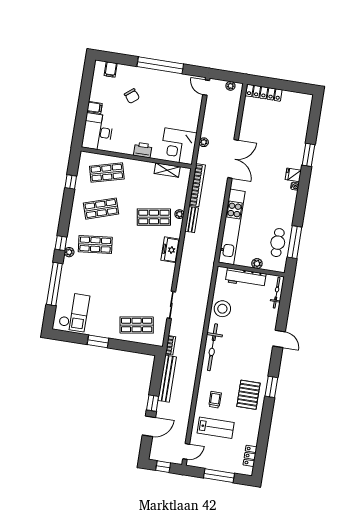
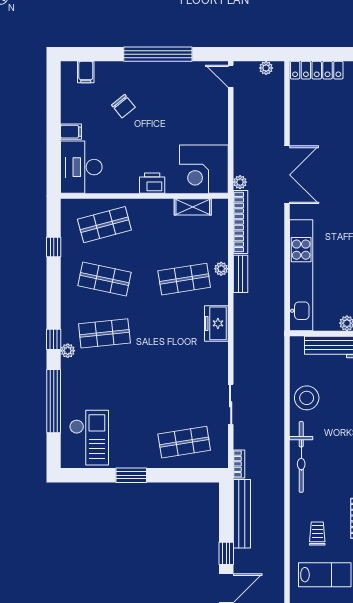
plant: (204, 142) -> (240, 182), moved
shop shelf: (101, 209) -> (104, 279), turned 30

